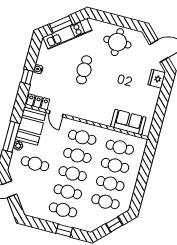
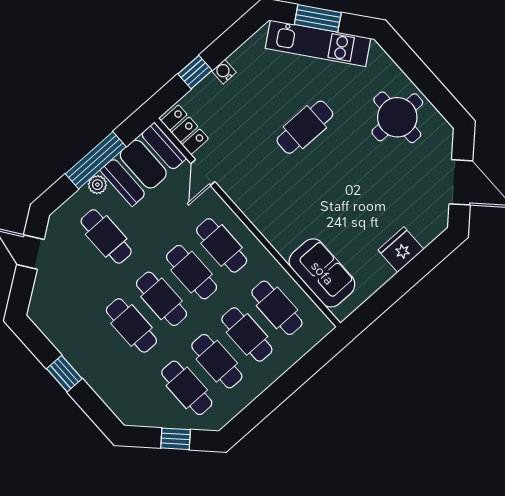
fridge: (157, 79) -> (401, 250), moved
cafe table: (63, 210) -> (101, 352), removed
window: (64, 230) -> (64, 374), moved

